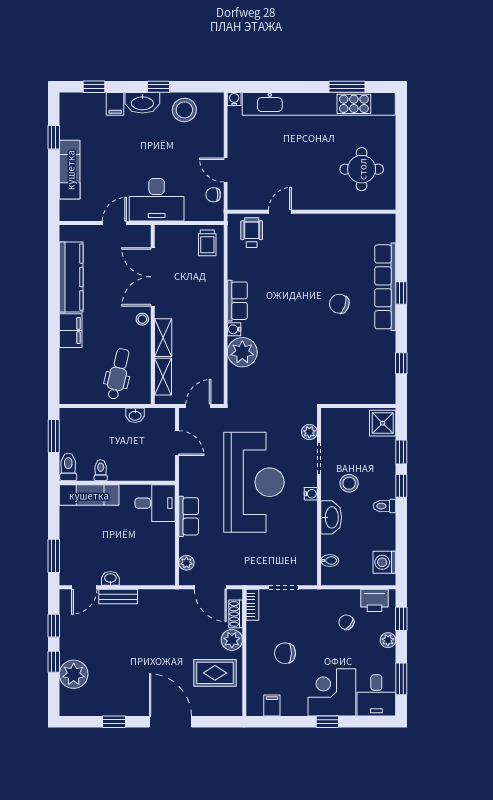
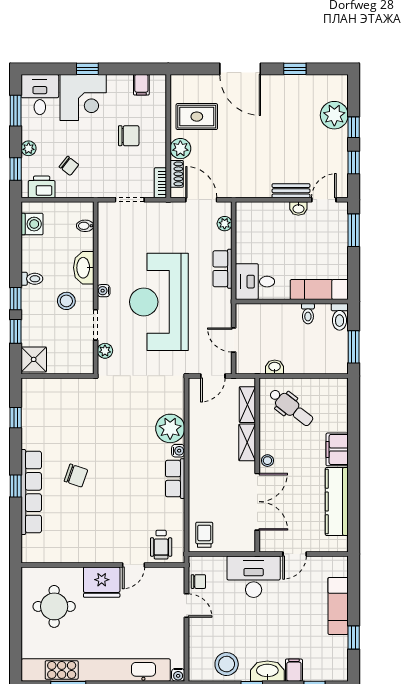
fridge: (313, 194) -> (102, 582), added
dental chair: (118, 374) -> (291, 407), turned -65

